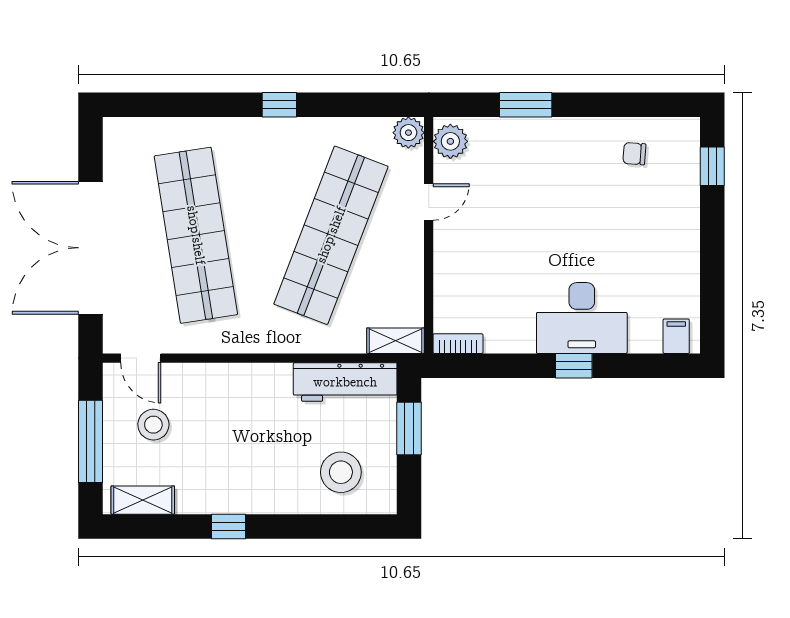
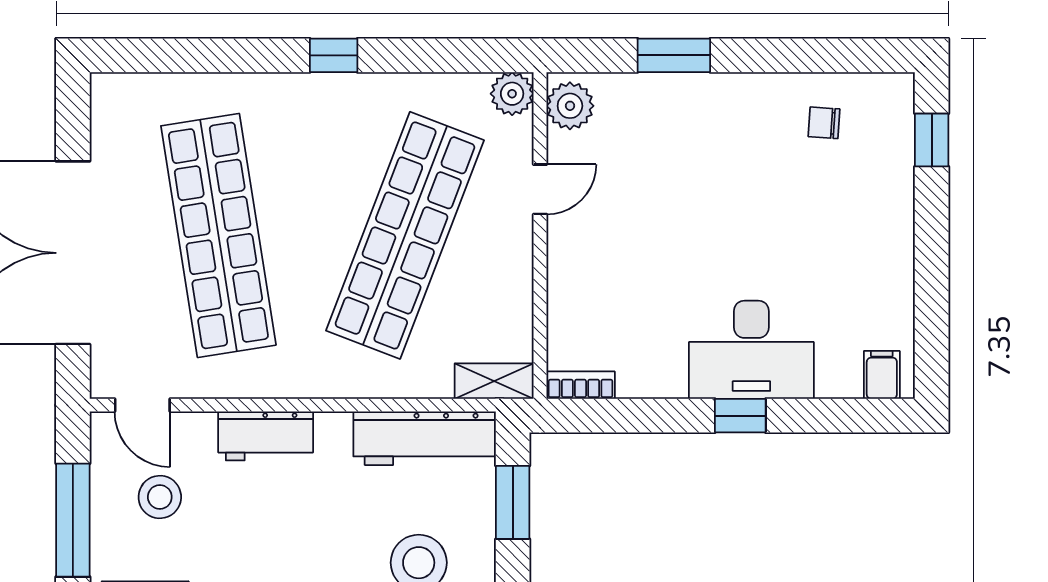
workbench: (230, 380) -> (266, 436), added

